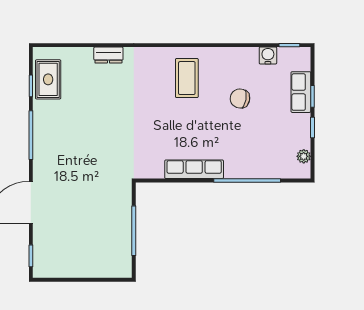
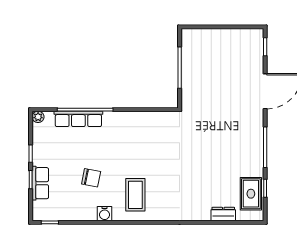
dresser: (108, 55) -> (223, 214), moved
water cooler: (268, 56) -> (105, 214), moved
plant: (304, 156) -> (38, 117), moved
row of seats: (194, 169) -> (78, 119), moved

